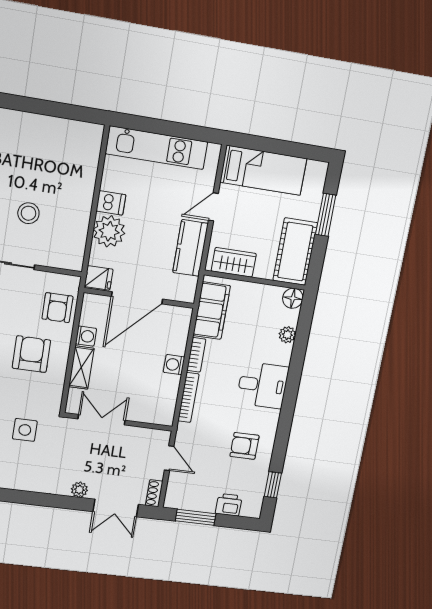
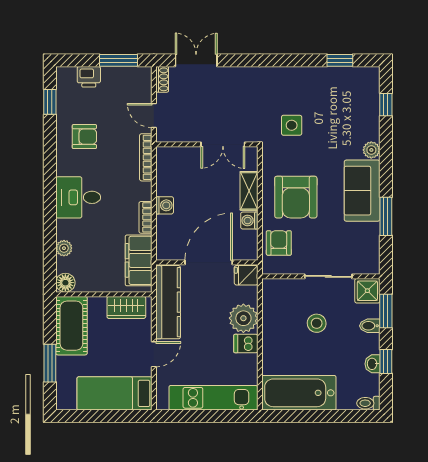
bathtub: (60, 138) -> (299, 393), added
kitchen counter: (190, 248) -> (168, 302), width x1.50
armchair: (31, 354) -> (296, 197), width x1.36, depth x1.36
bookcase: (188, 397) -> (146, 157), moved
plant: (79, 490) -> (233, 74), removed

